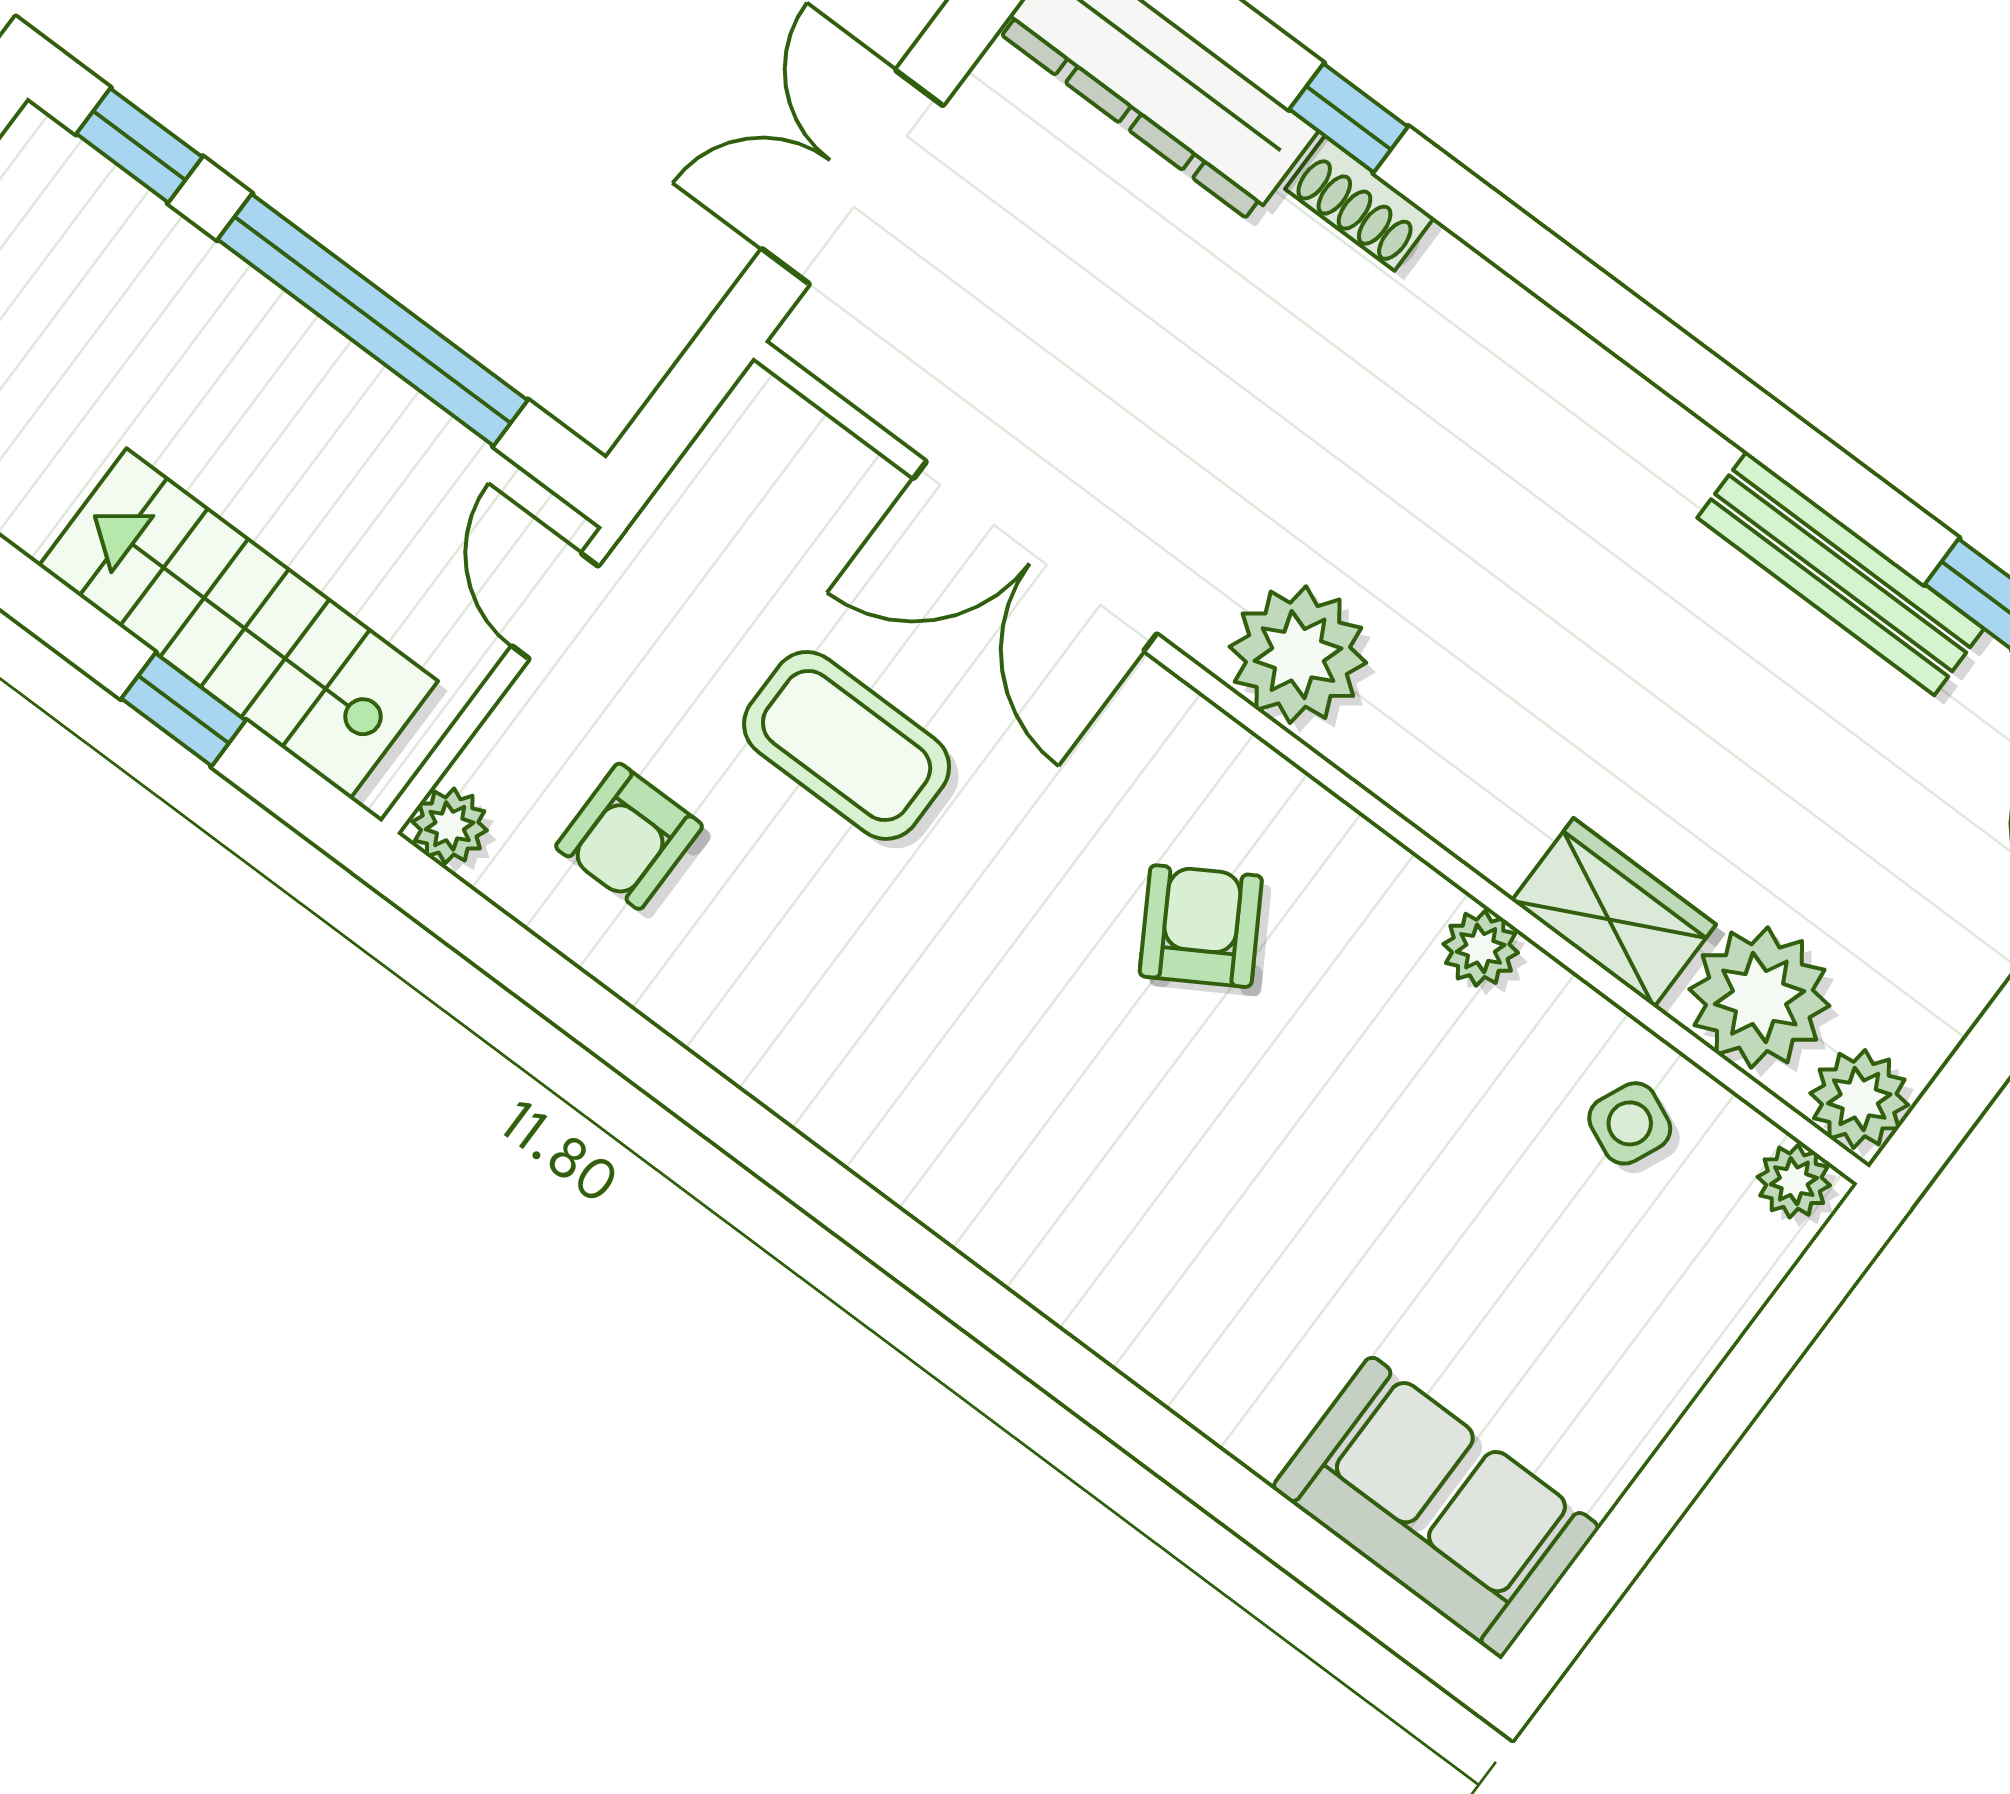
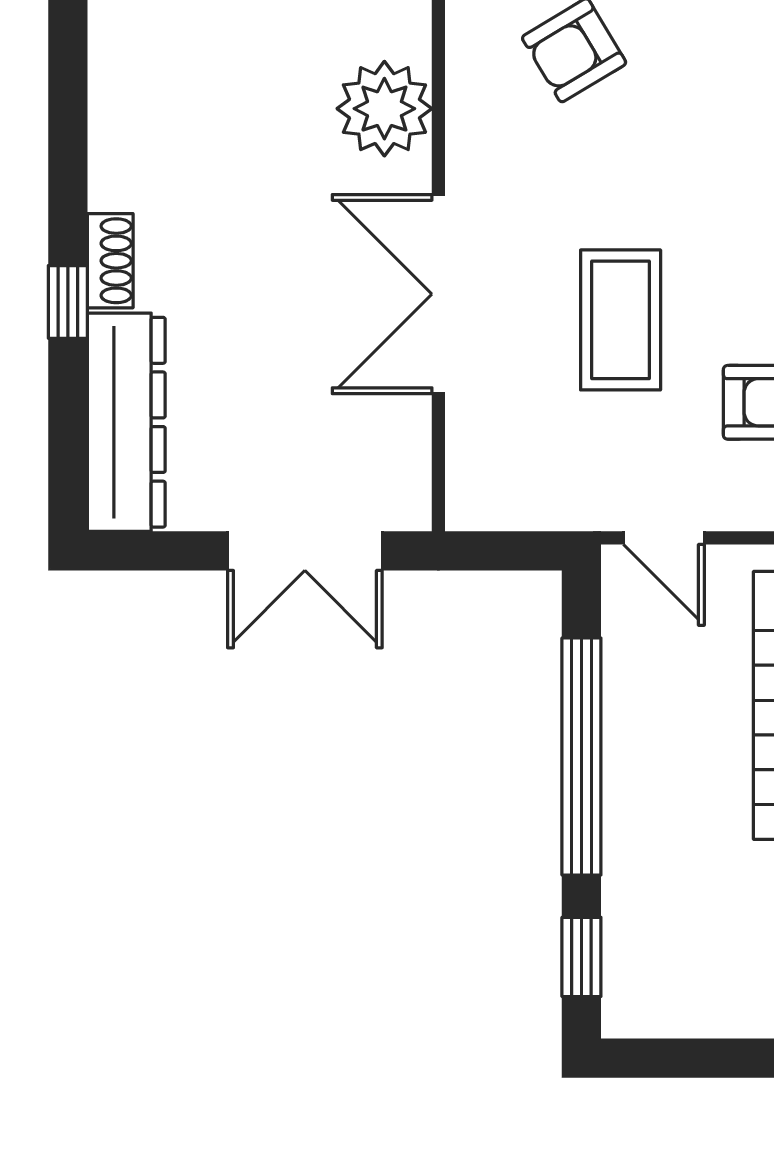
double door: (1035, 556) -> (438, 294), swing flipped
door: (555, 606) -> (664, 538), hinge flipped

